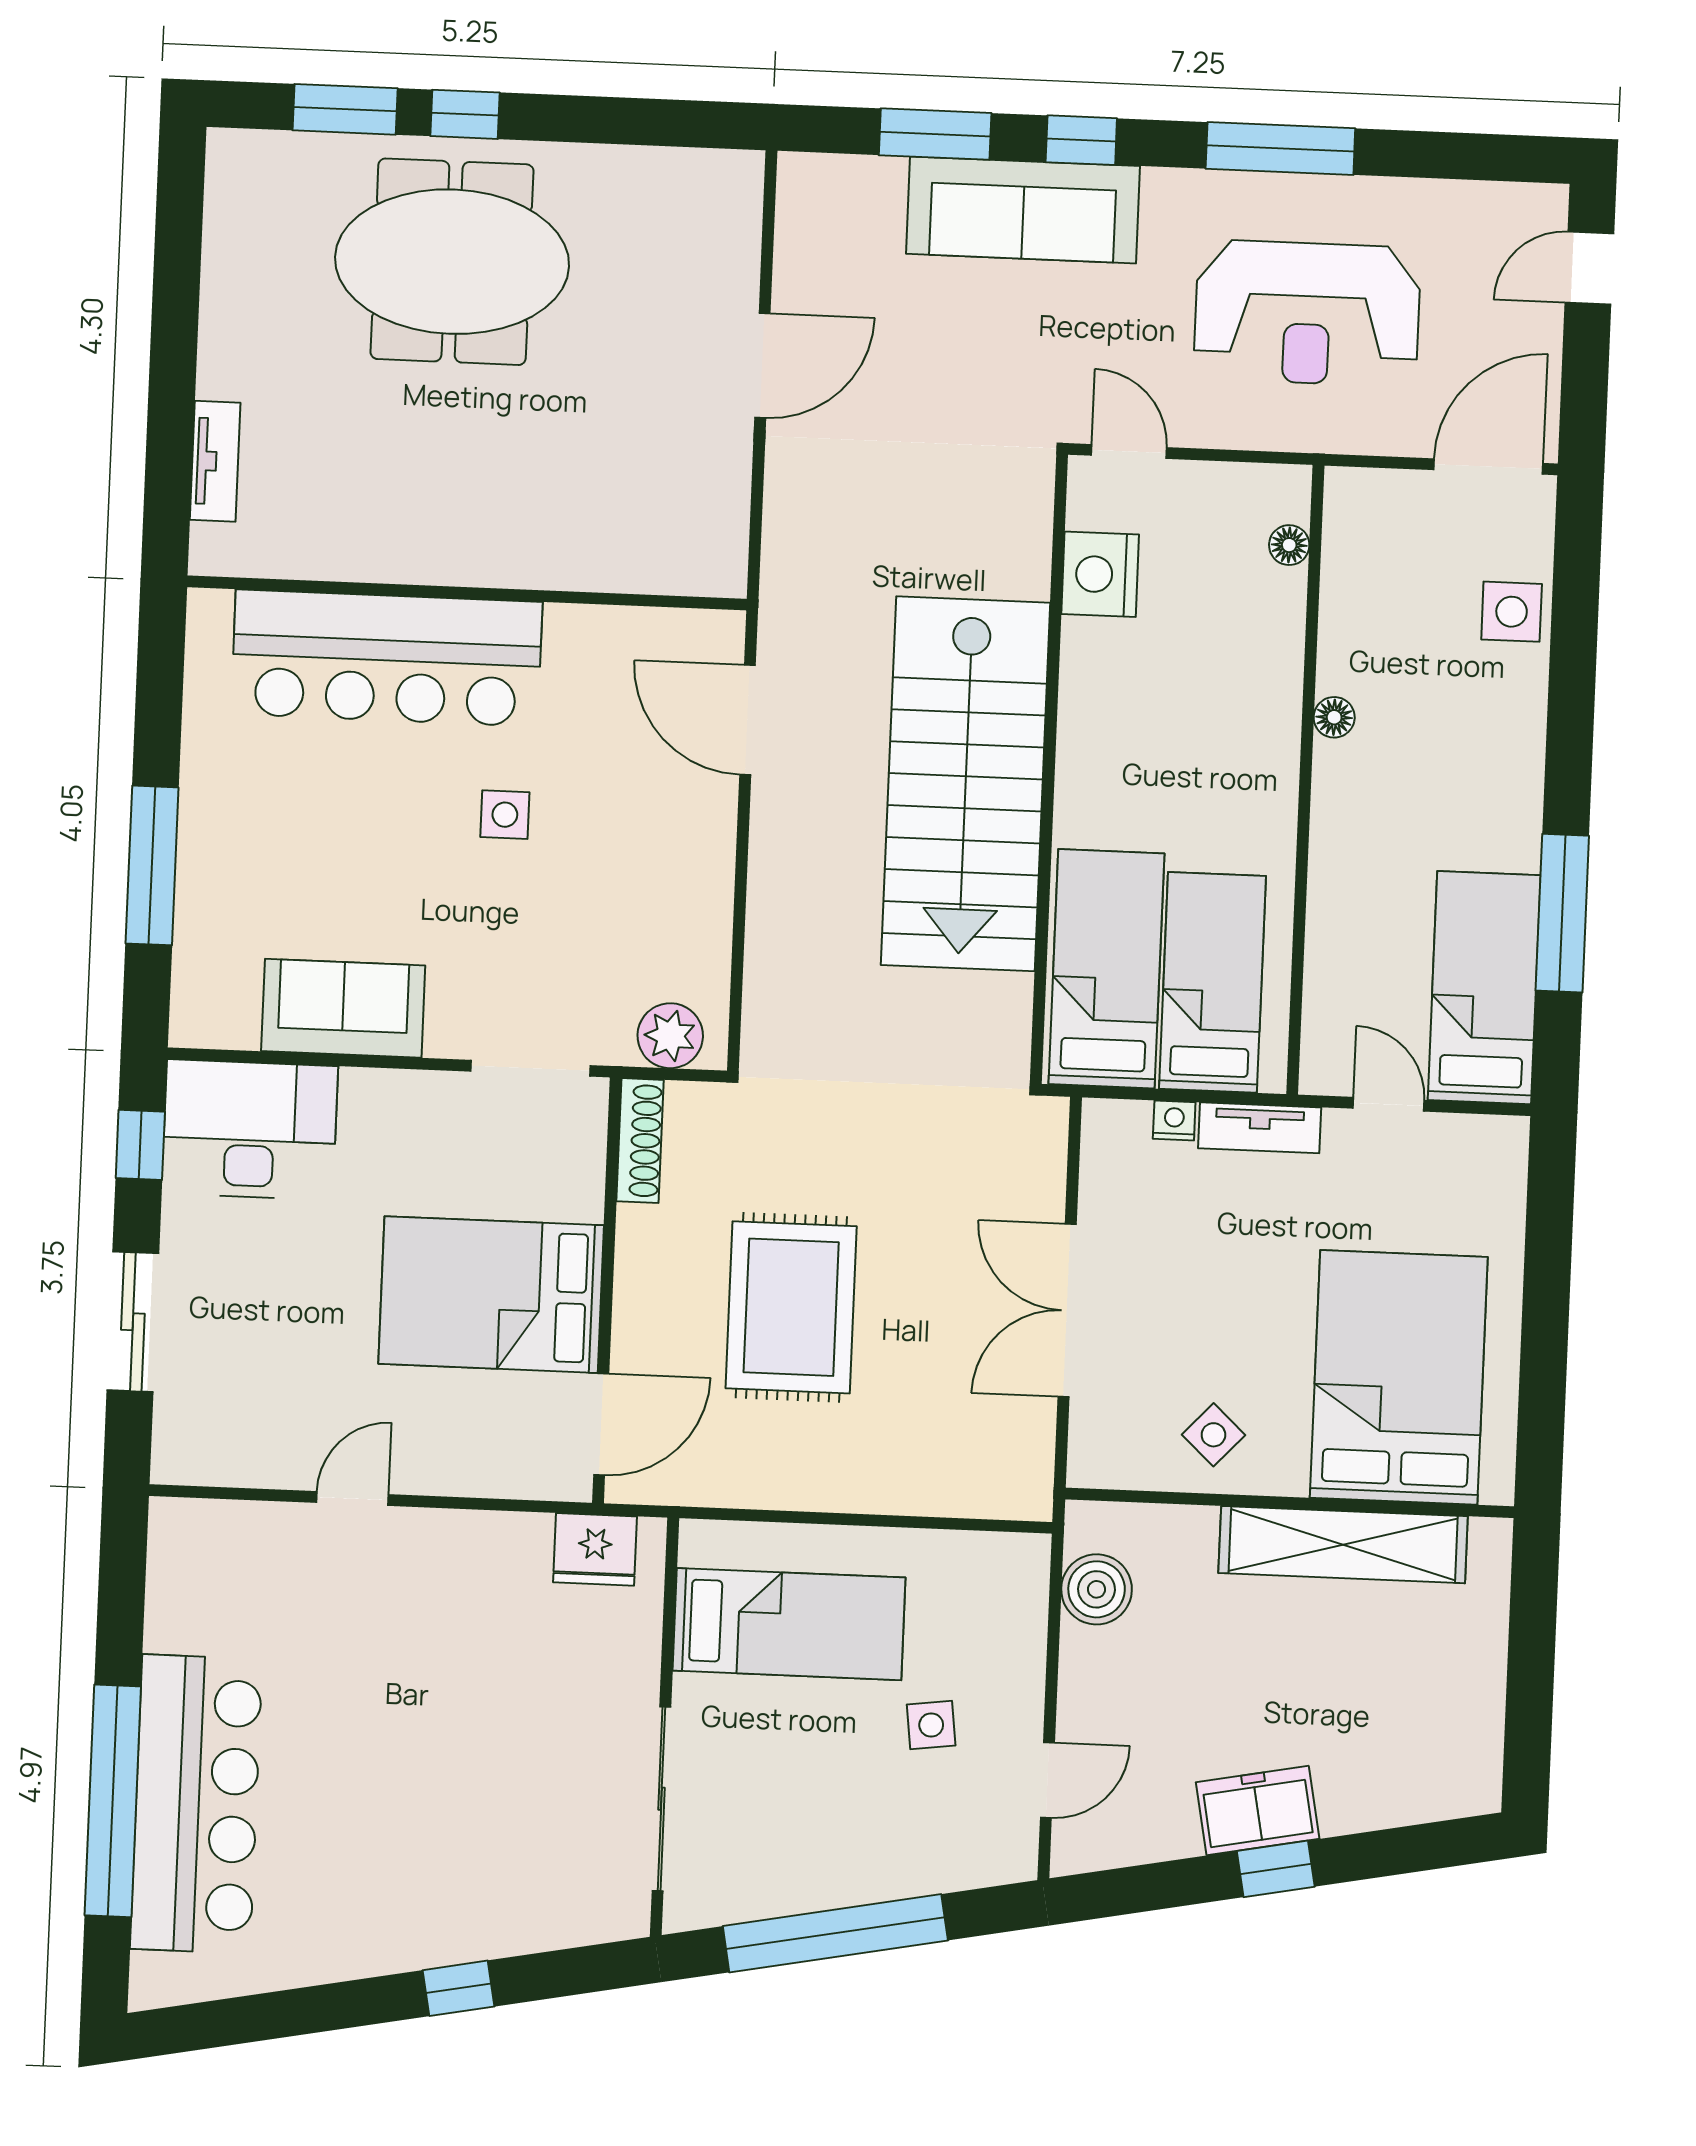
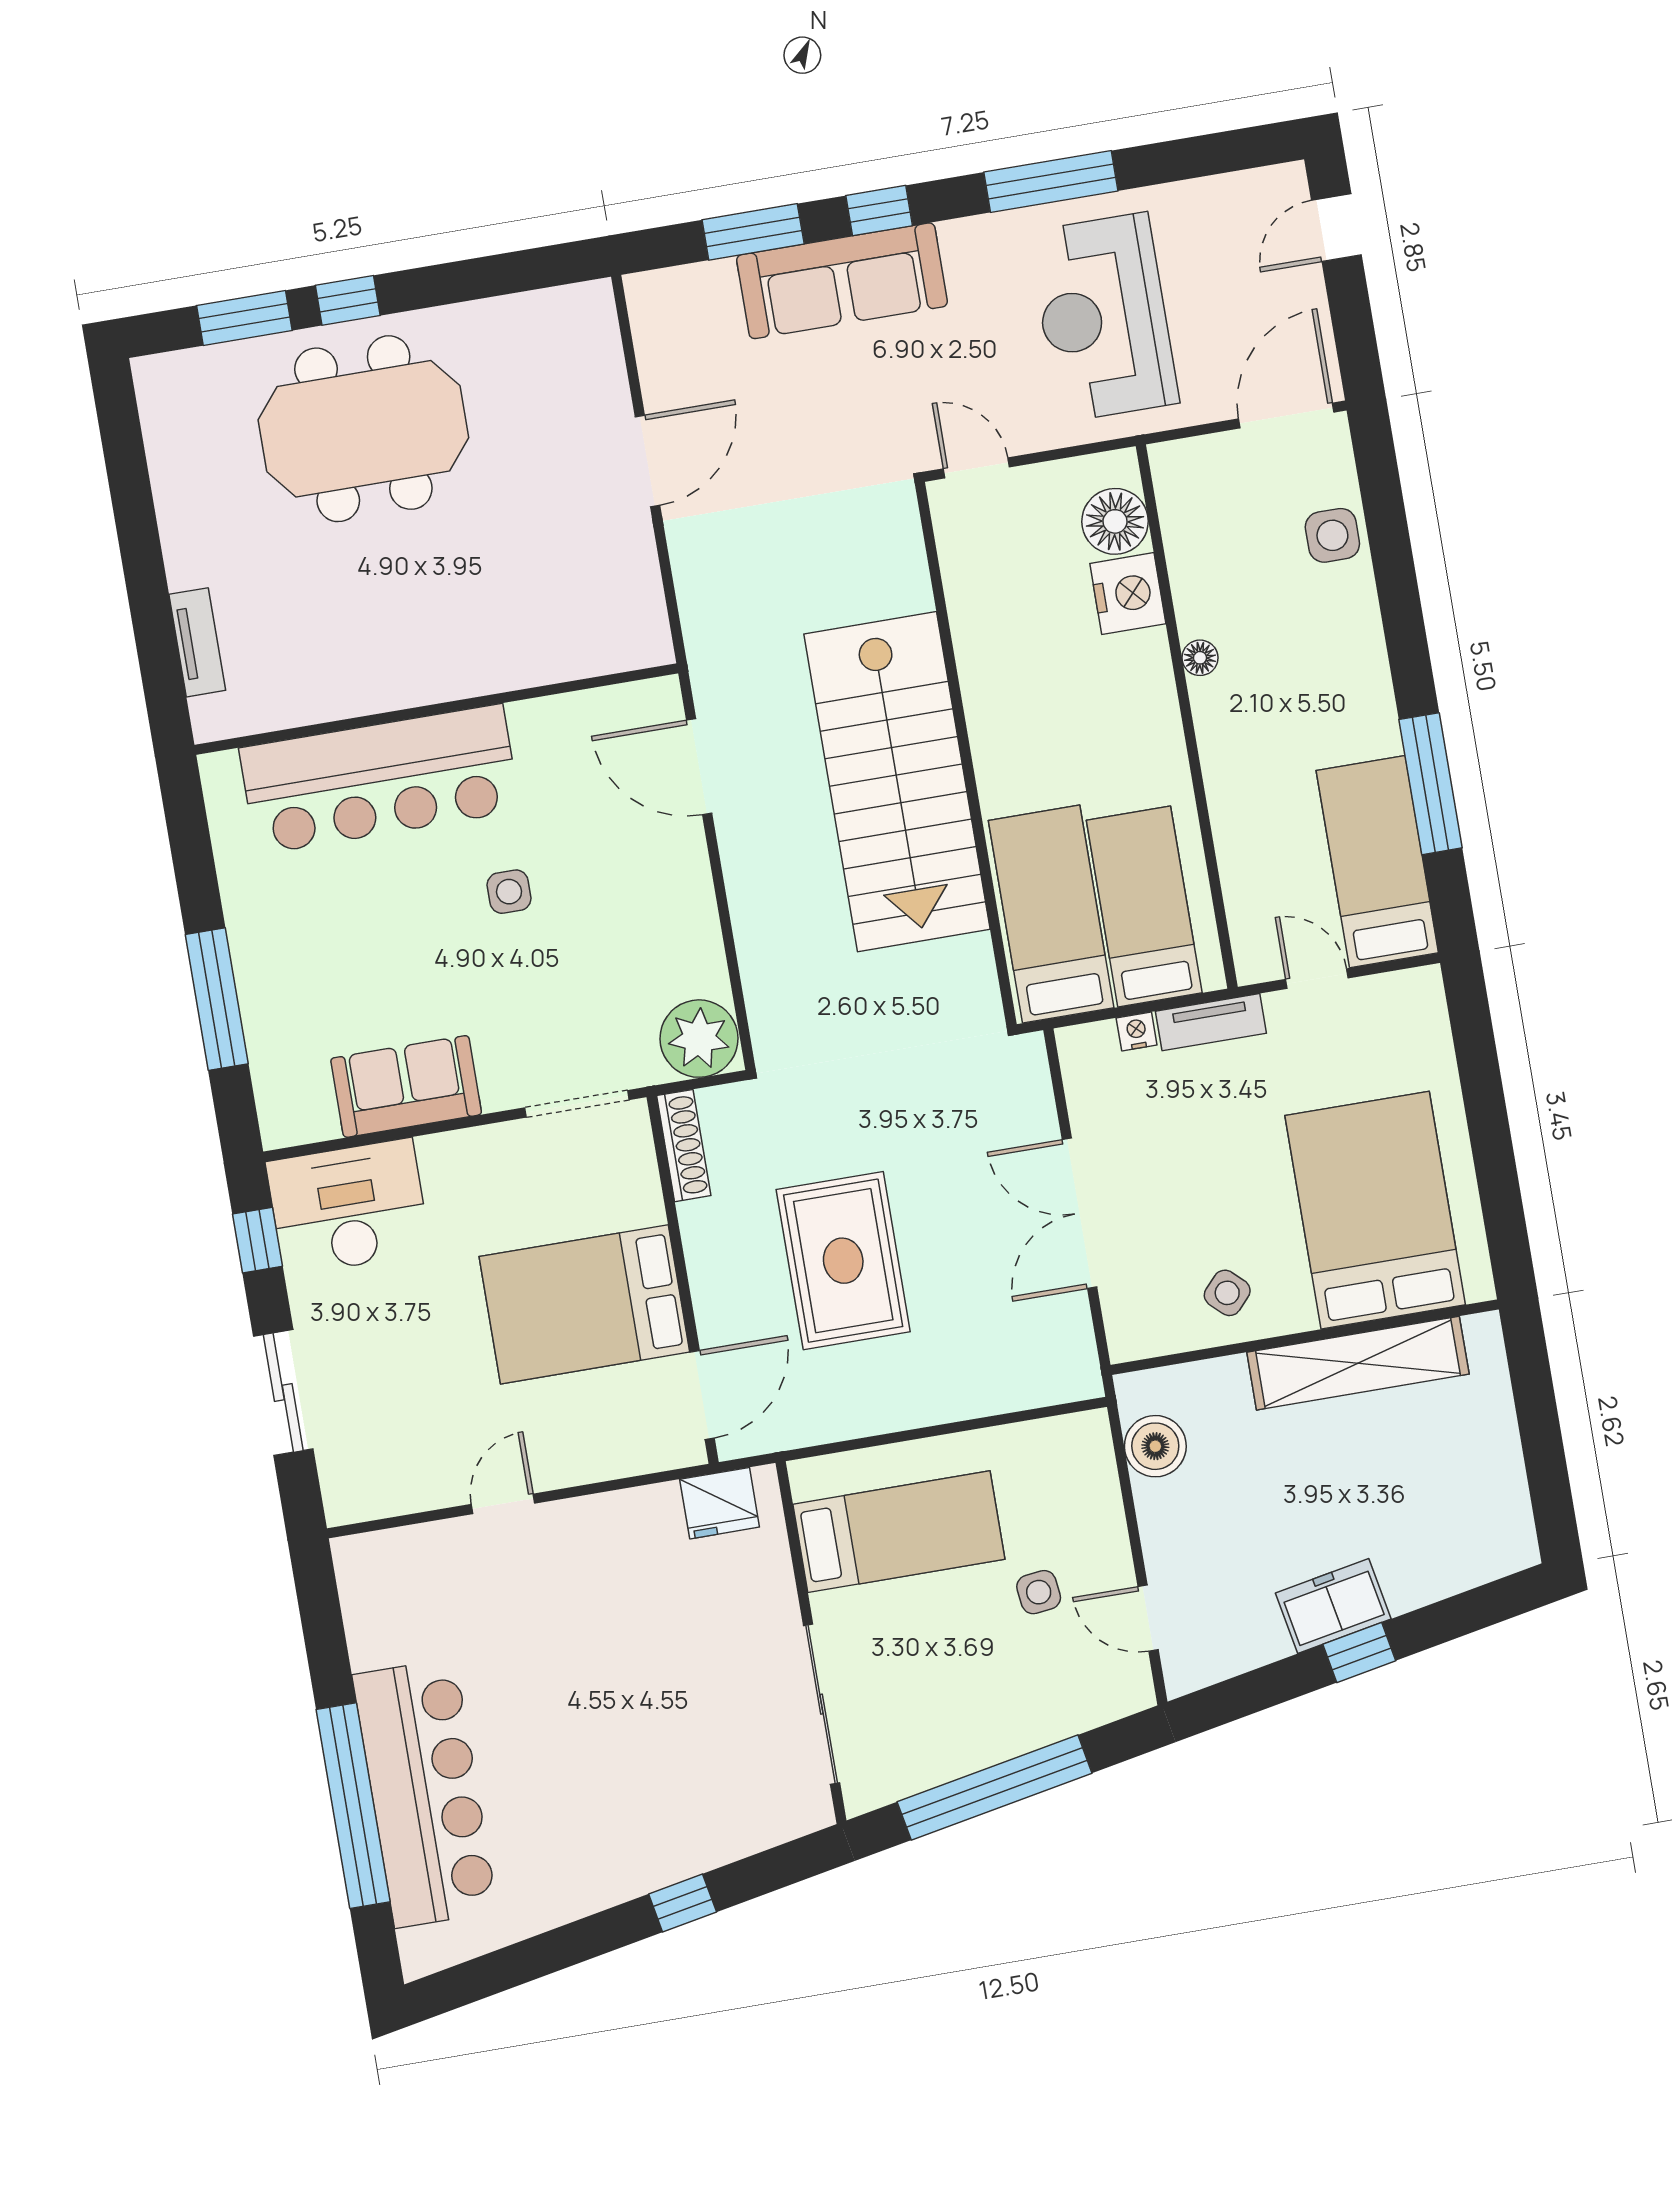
reception desk: (1307, 313) -> (1103, 317), turned 90
floor lamp: (1289, 545) -> (1115, 521), width x1.89, depth x1.89
nightstand: (1100, 574) -> (1128, 594), moved, turned 180
plant: (670, 1036) -> (699, 1039), width x1.36, depth x1.36
door: (1047, 1780) -> (1148, 1618), swing flipped

